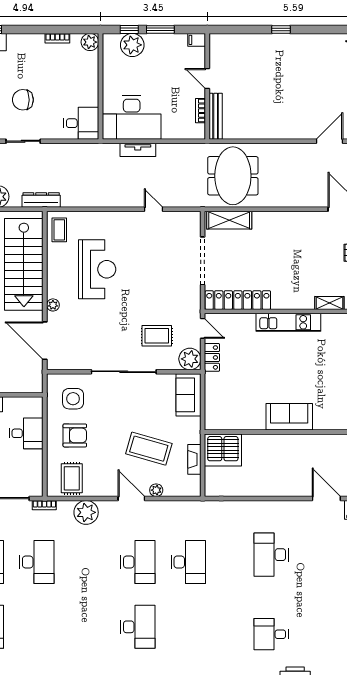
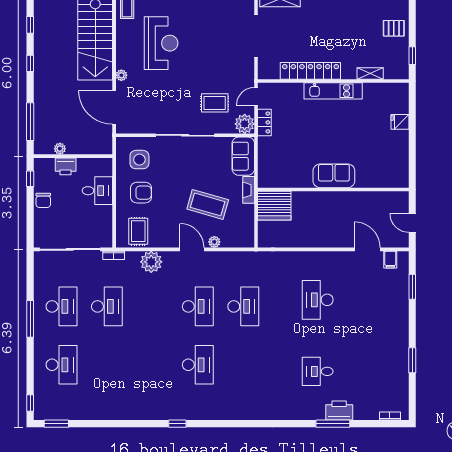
locker: (238, 300) -> (310, 71), moved
door: (203, 328) -> (256, 96), swing flipped
fireplace: (194, 459) -> (249, 190), moved

